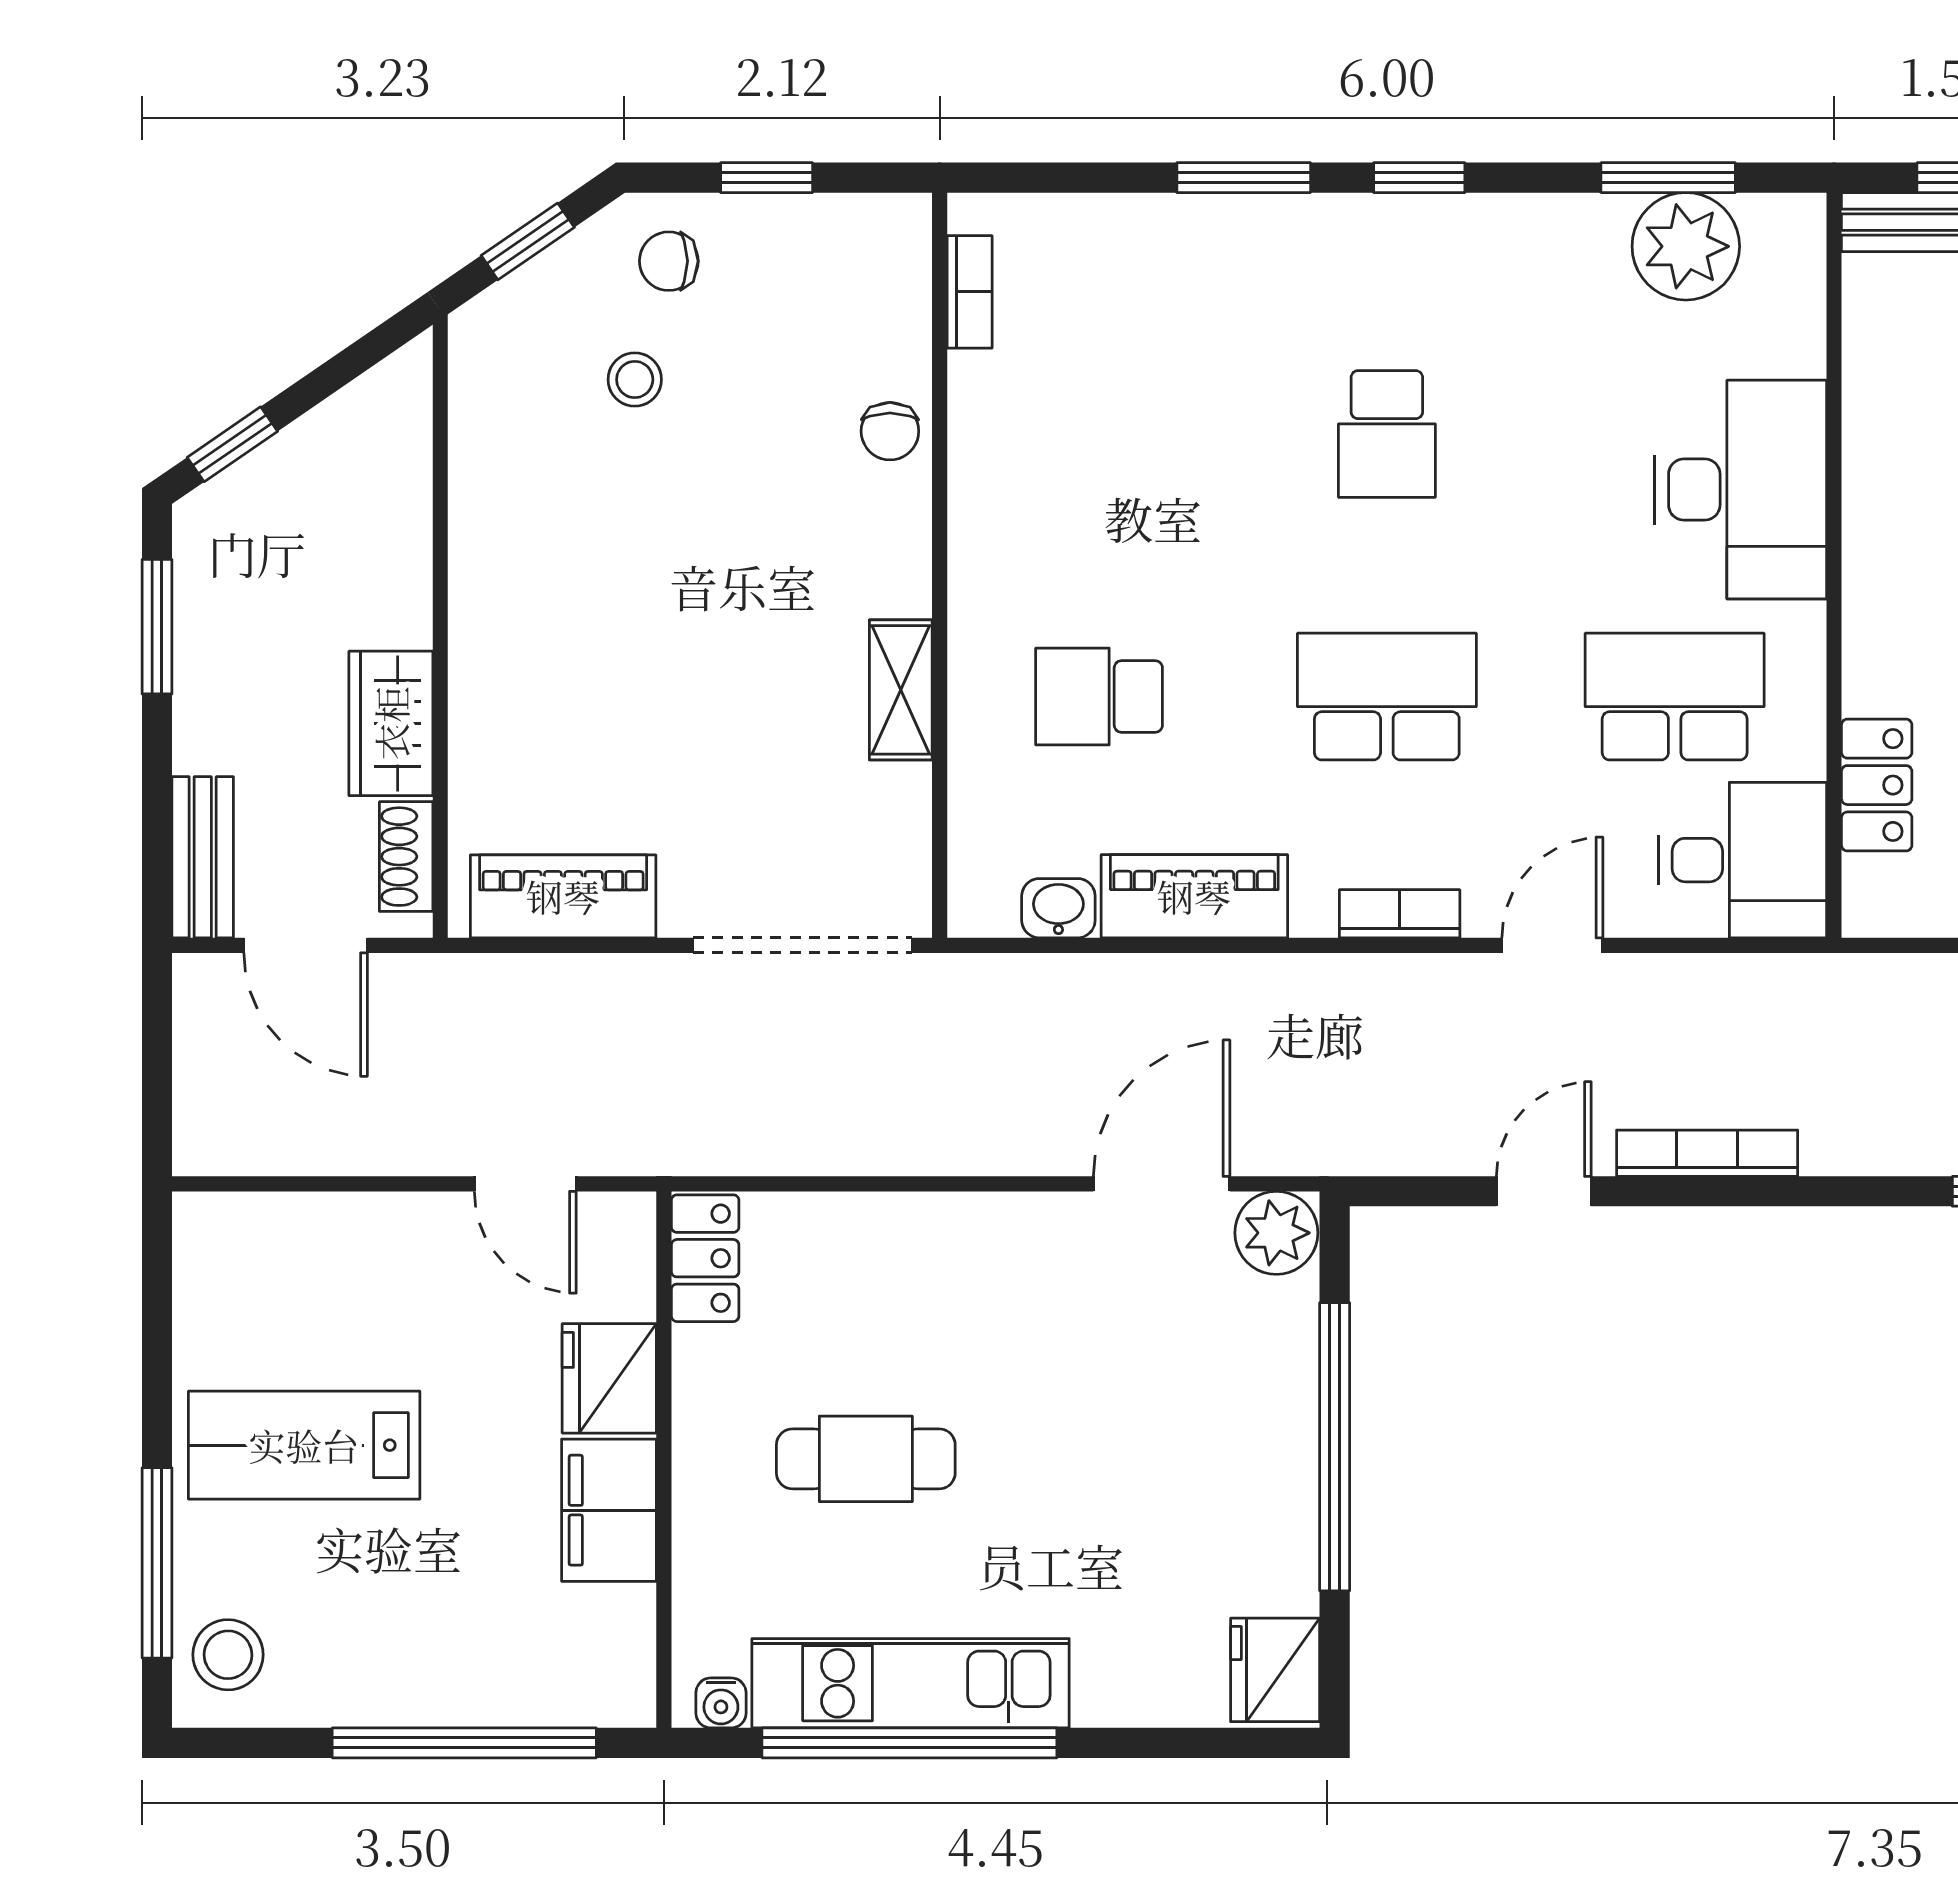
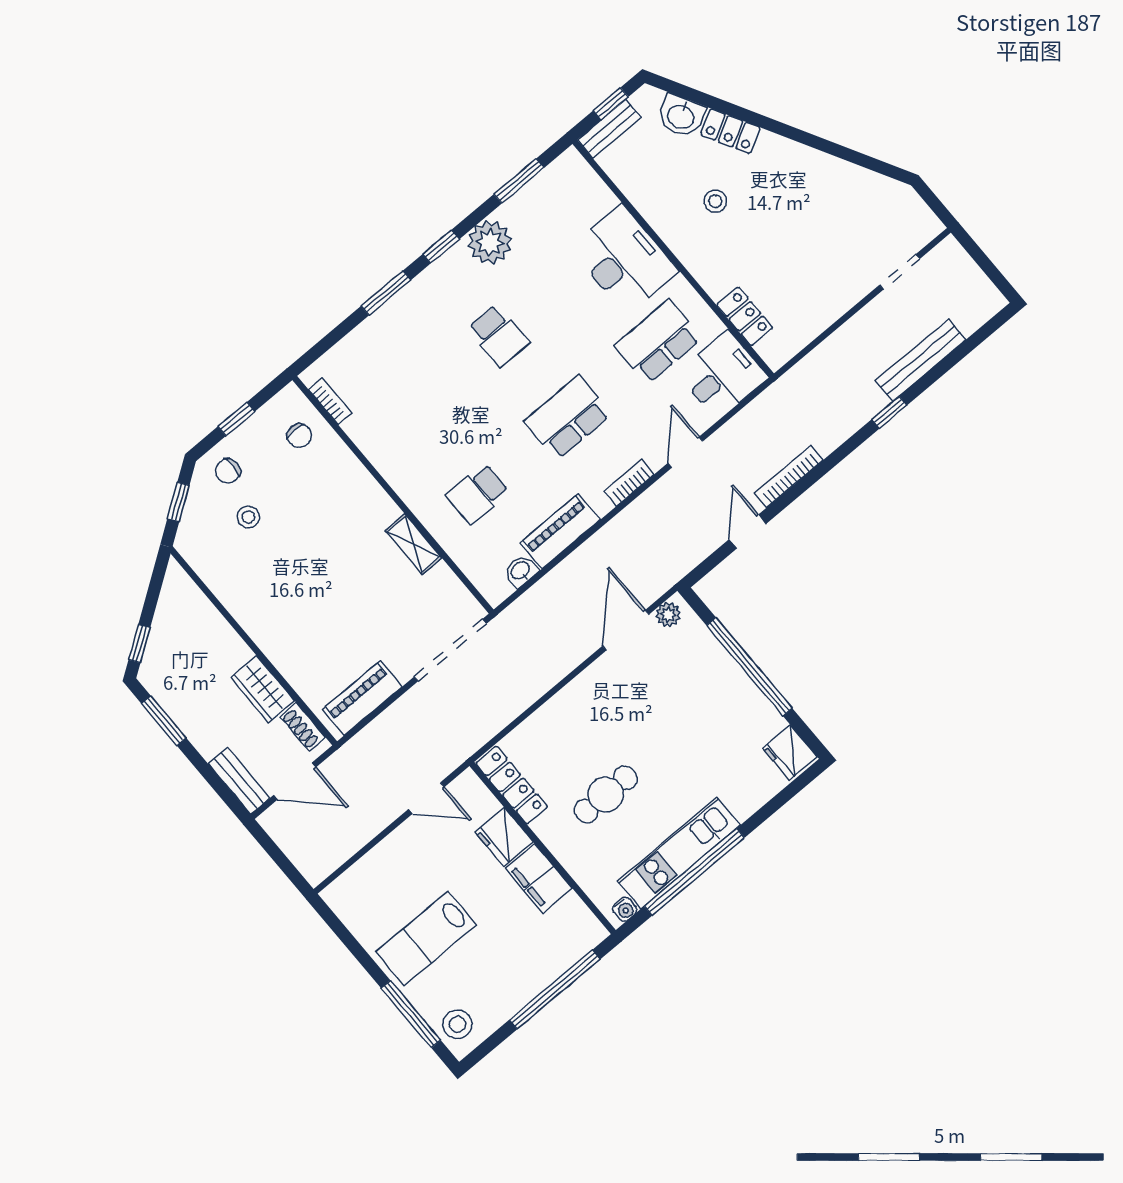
plant: (1686, 246) -> (490, 242), moved
chair: (890, 431) -> (299, 436), moved
plant: (1276, 1233) -> (668, 615), width x0.73, depth x0.73
locker: (705, 1258) -> (512, 785), width x1.53

